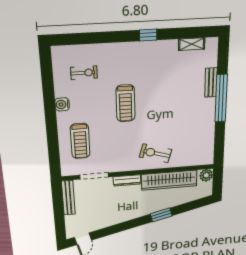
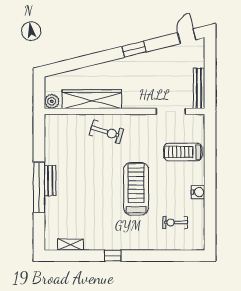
bench: (211, 82) -> (50, 181), moved
treadmill: (126, 103) -> (136, 189), width x1.37, depth x1.38
treadmill: (80, 141) -> (183, 152), turned -90
dresser: (127, 180) -> (137, 103), removed
window: (161, 215) -> (134, 49), moved

